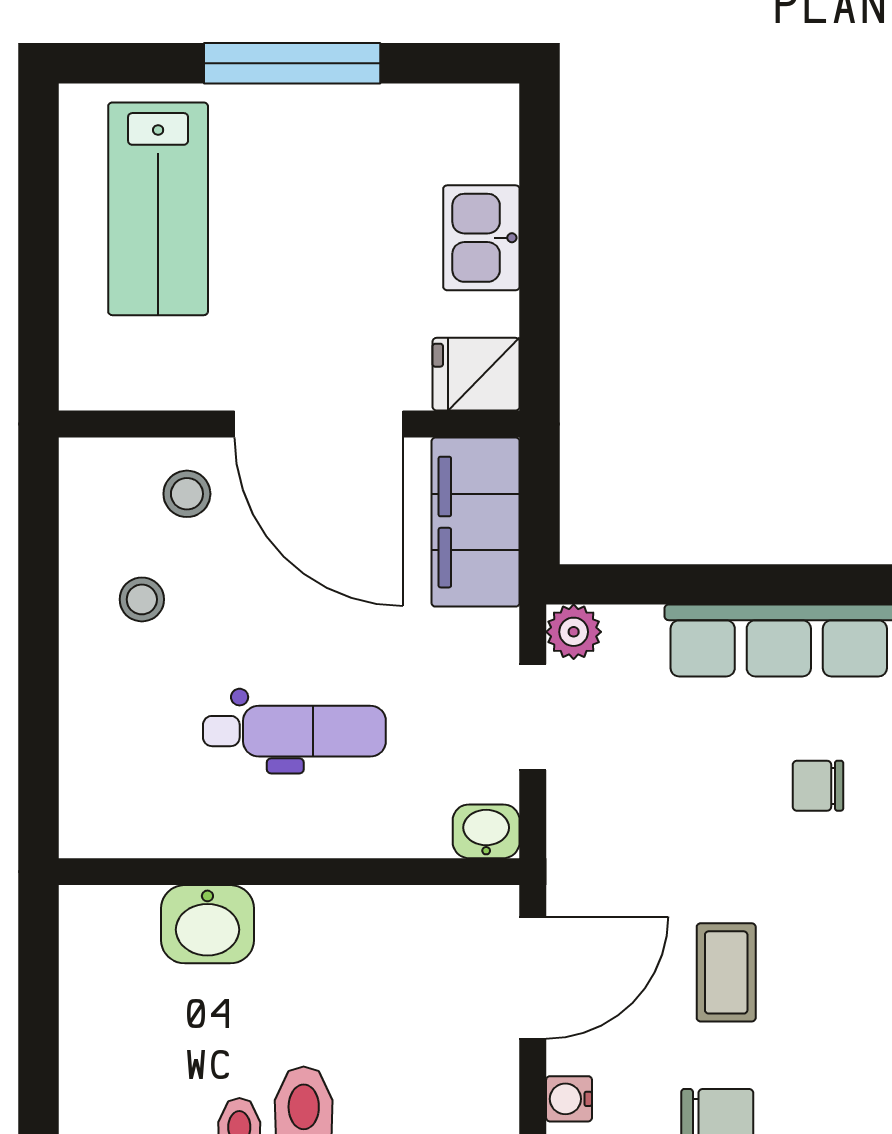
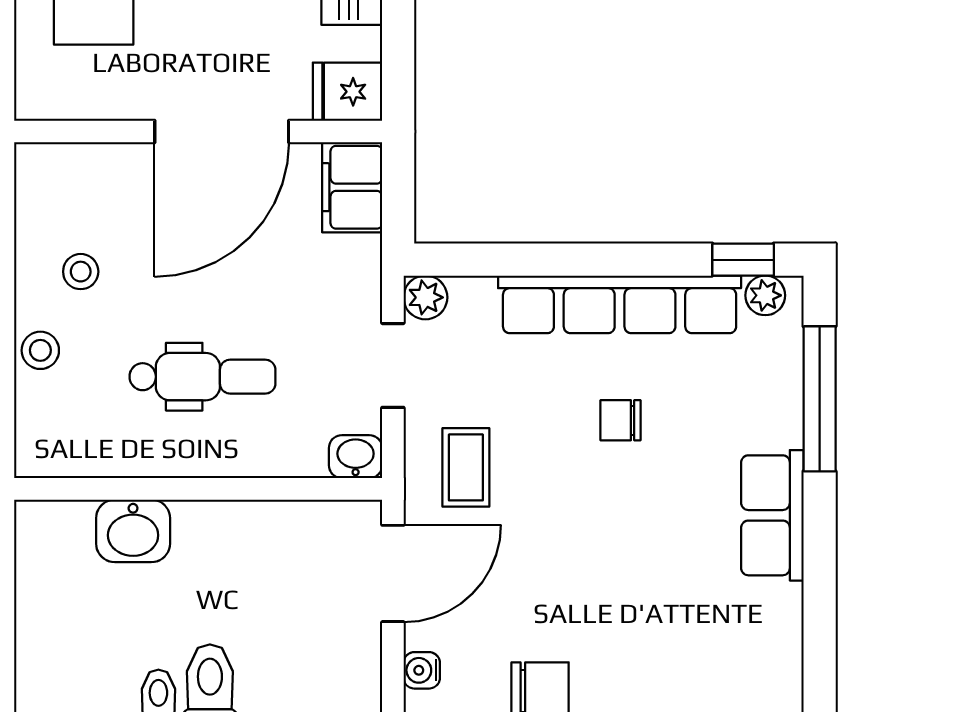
door: (319, 424) -> (222, 131), hinge flipped
stool: (187, 494) -> (40, 350), moved
filing cabinet: (476, 522) -> (352, 187), width x0.67, depth x0.86
coffee table: (726, 972) -> (466, 467), moved

